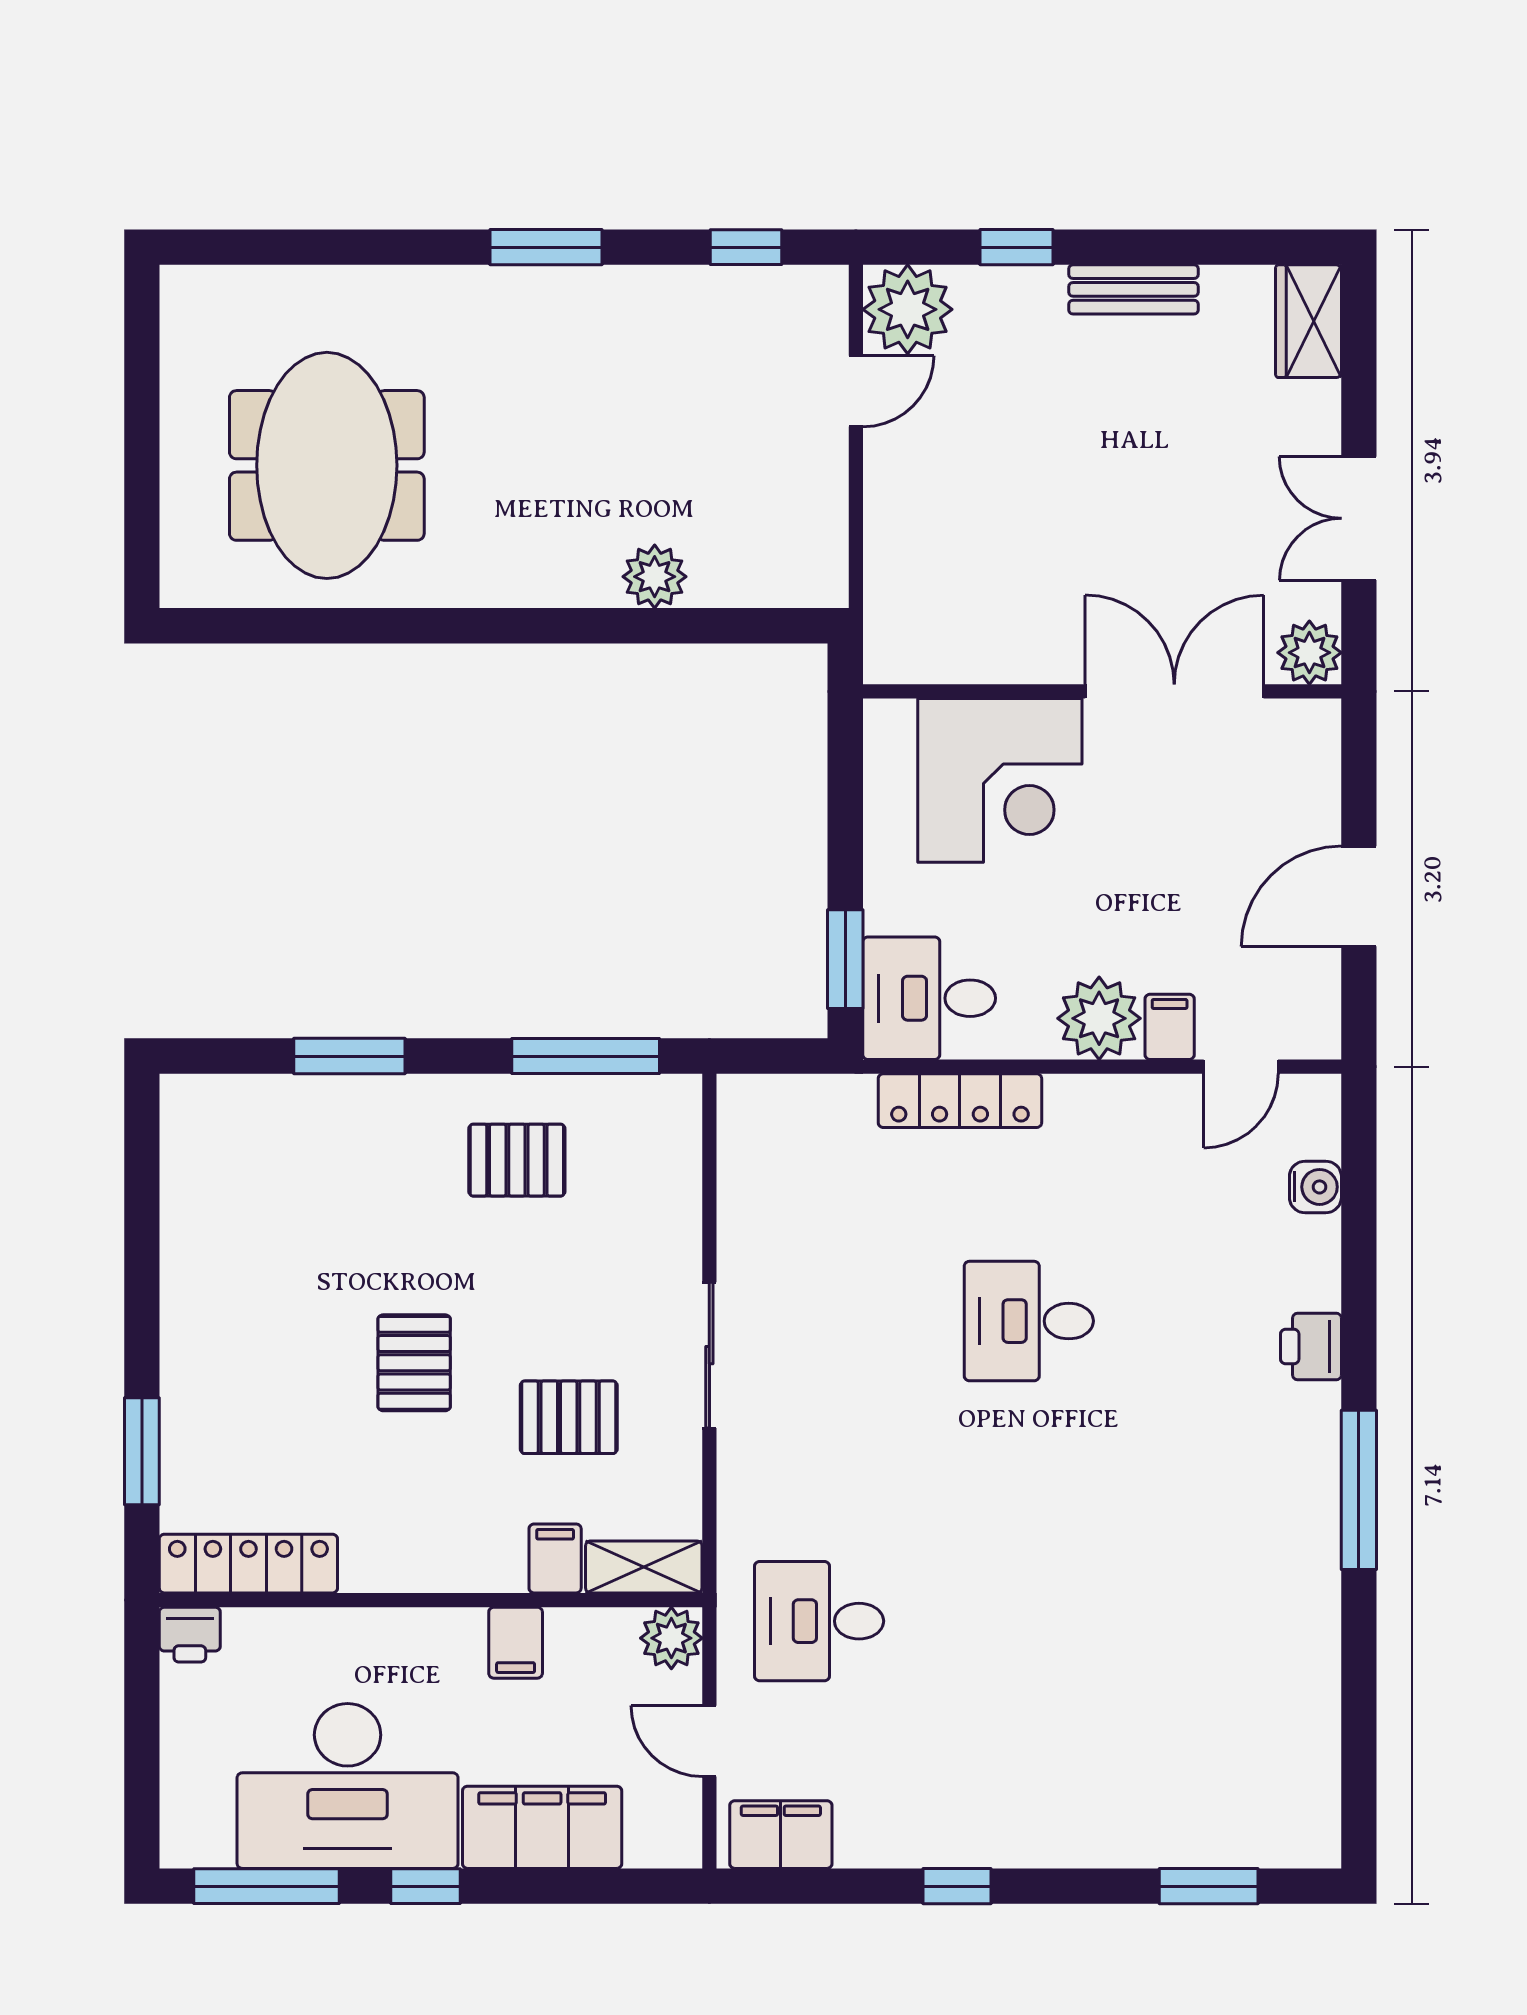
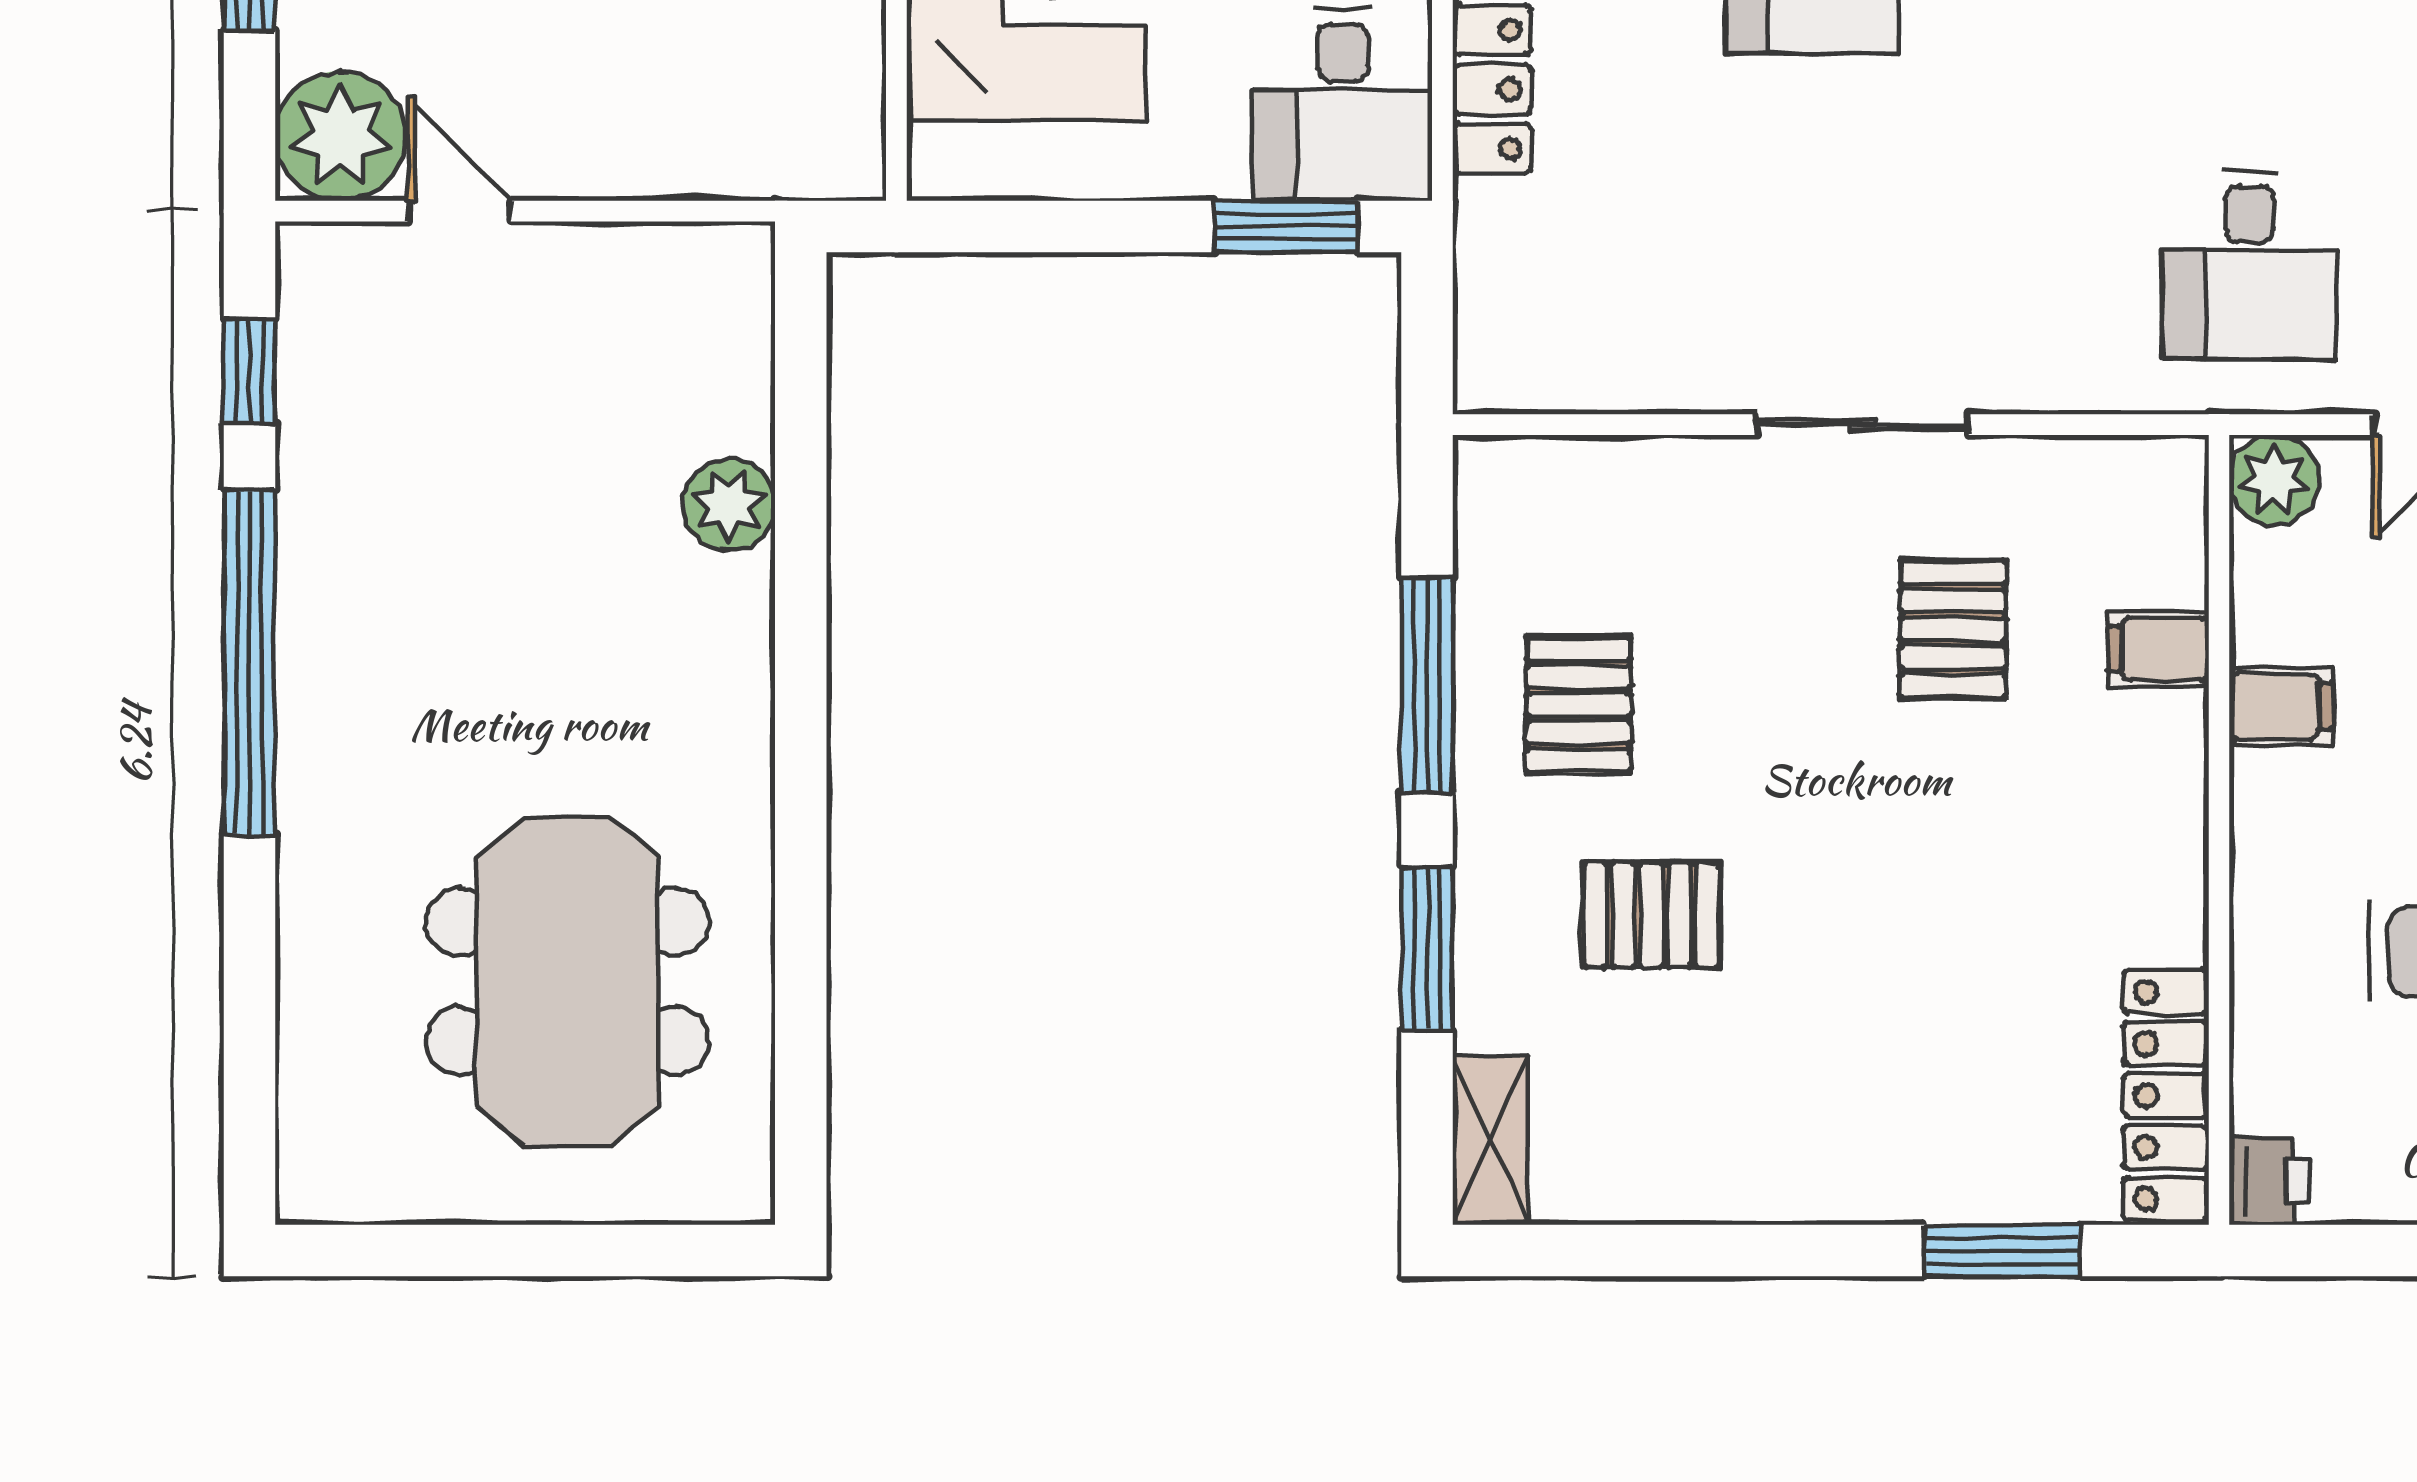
window: (546, 247) -> (249, 662), width x2.11
meeting table: (327, 465) -> (567, 981), turned 90
window: (586, 1056) -> (1427, 685), moved
pallet: (414, 1363) -> (1651, 915), moved
shelving: (644, 1567) -> (1491, 1141), moved

